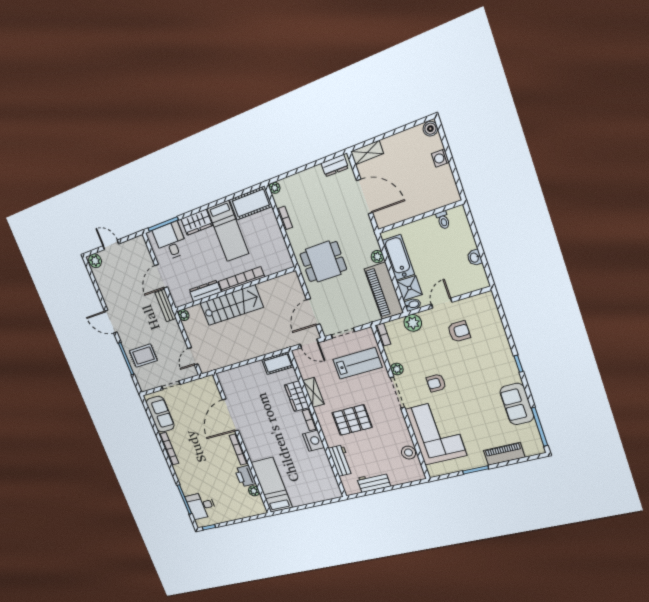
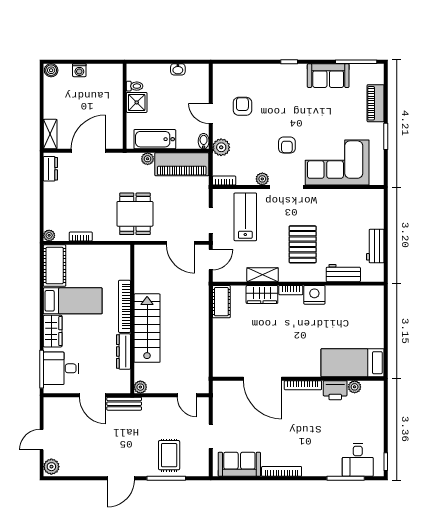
shower: (409, 288) -> (137, 102), moved
stool: (409, 453) -> (352, 198), removed

